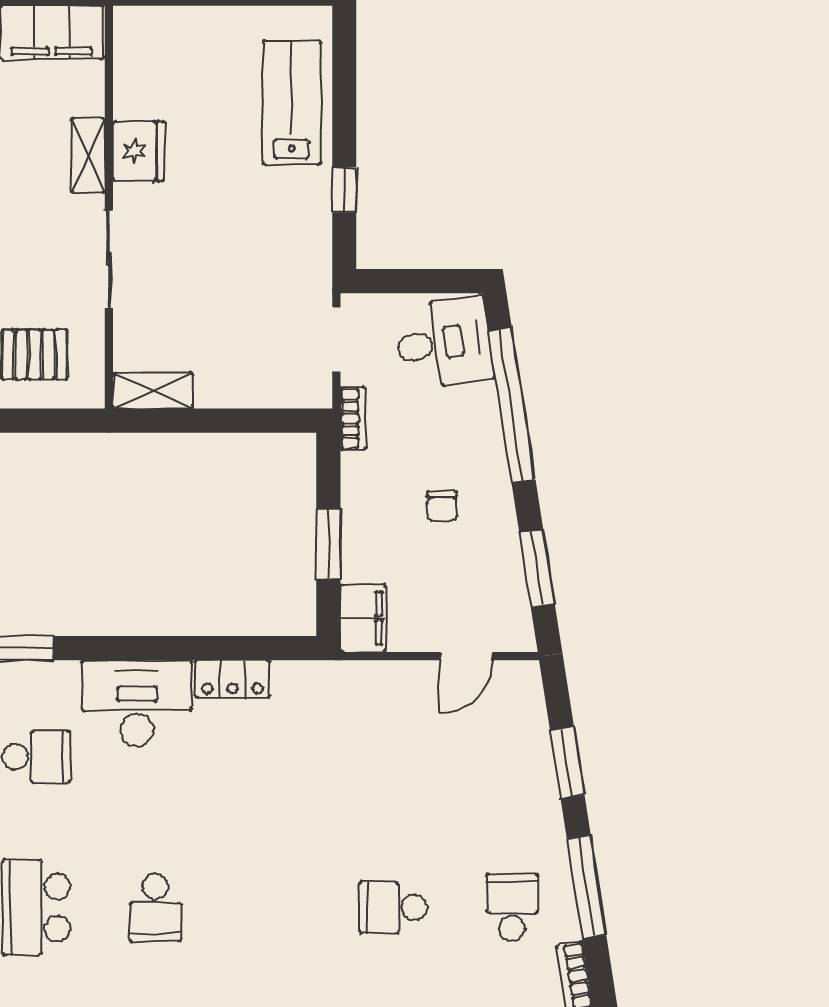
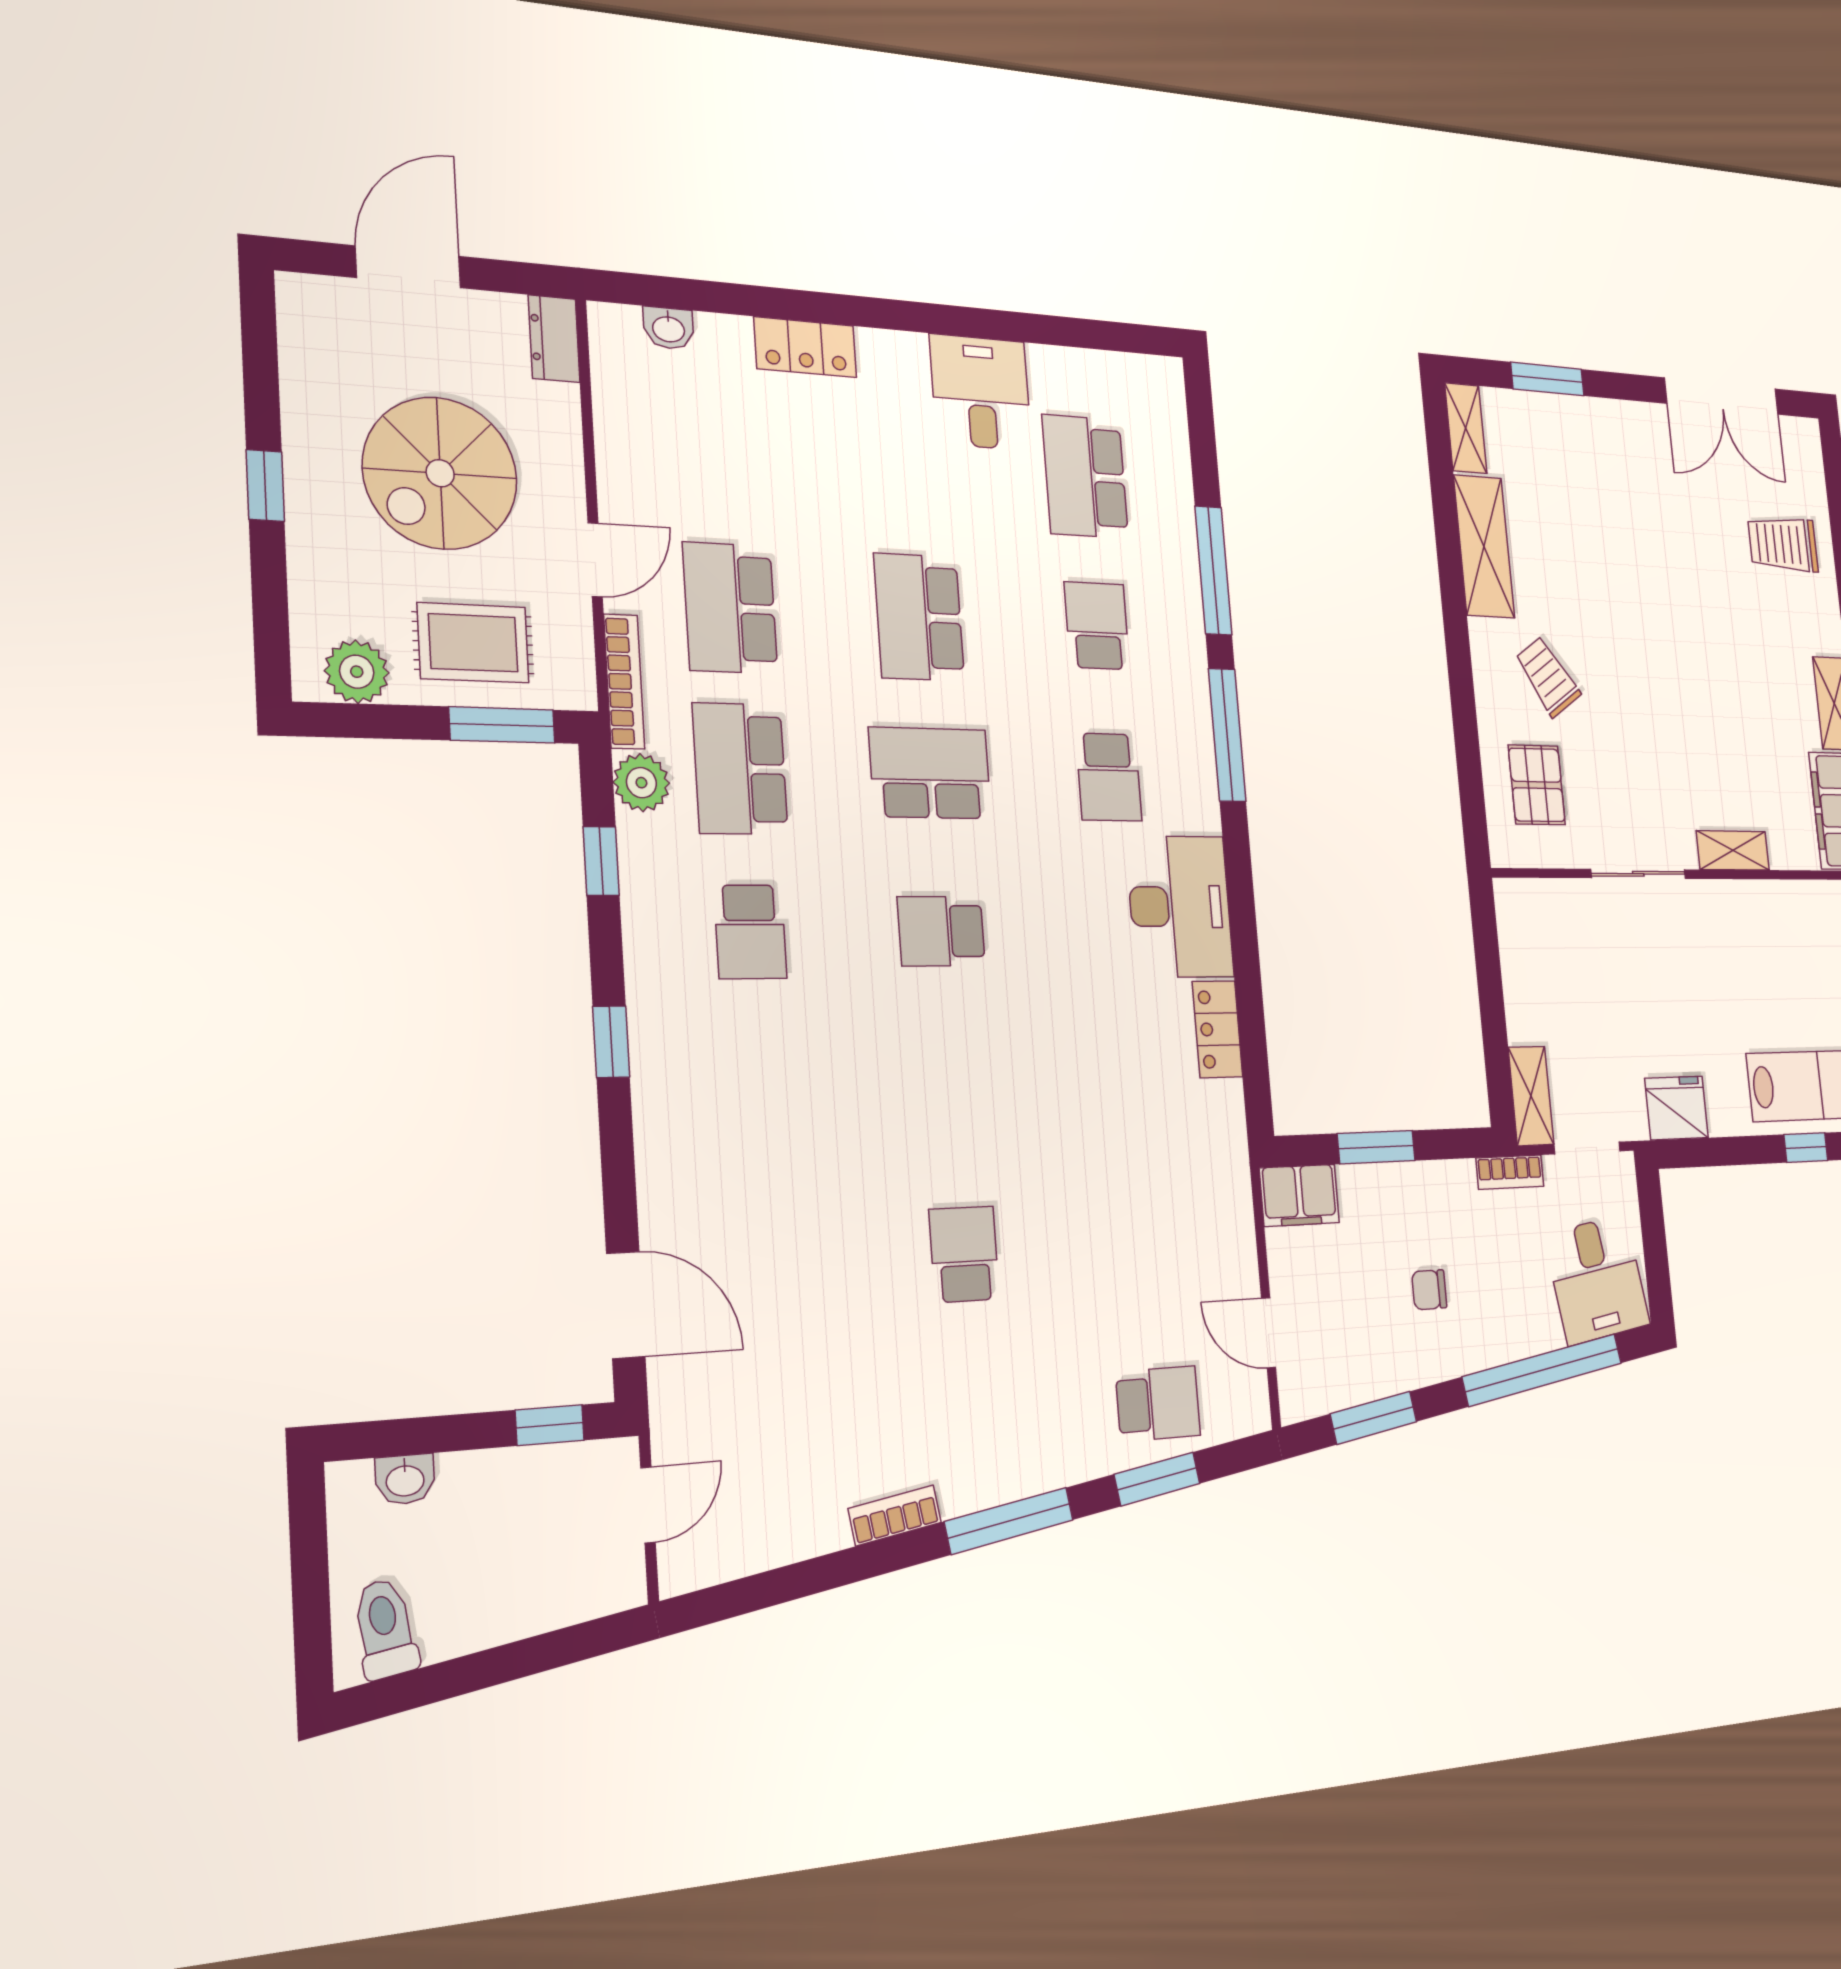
fridge: (139, 151) -> (1676, 1108), moved, turned 180
window: (344, 190) -> (1806, 1148), moved
shelving: (153, 391) -> (1531, 1096), moved
school desk: (512, 908) -> (1158, 1404), moved

